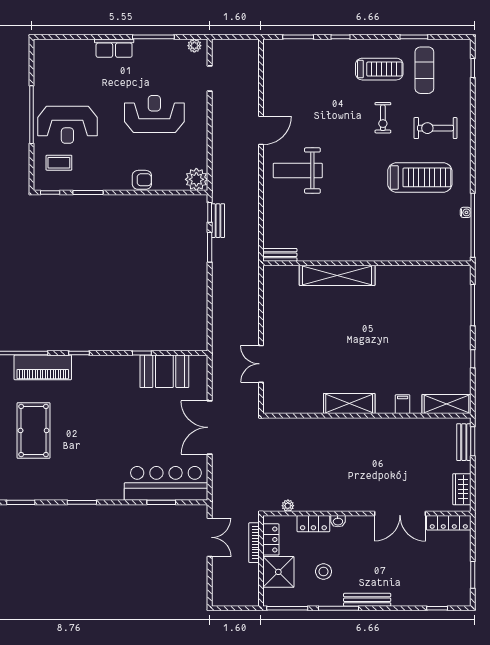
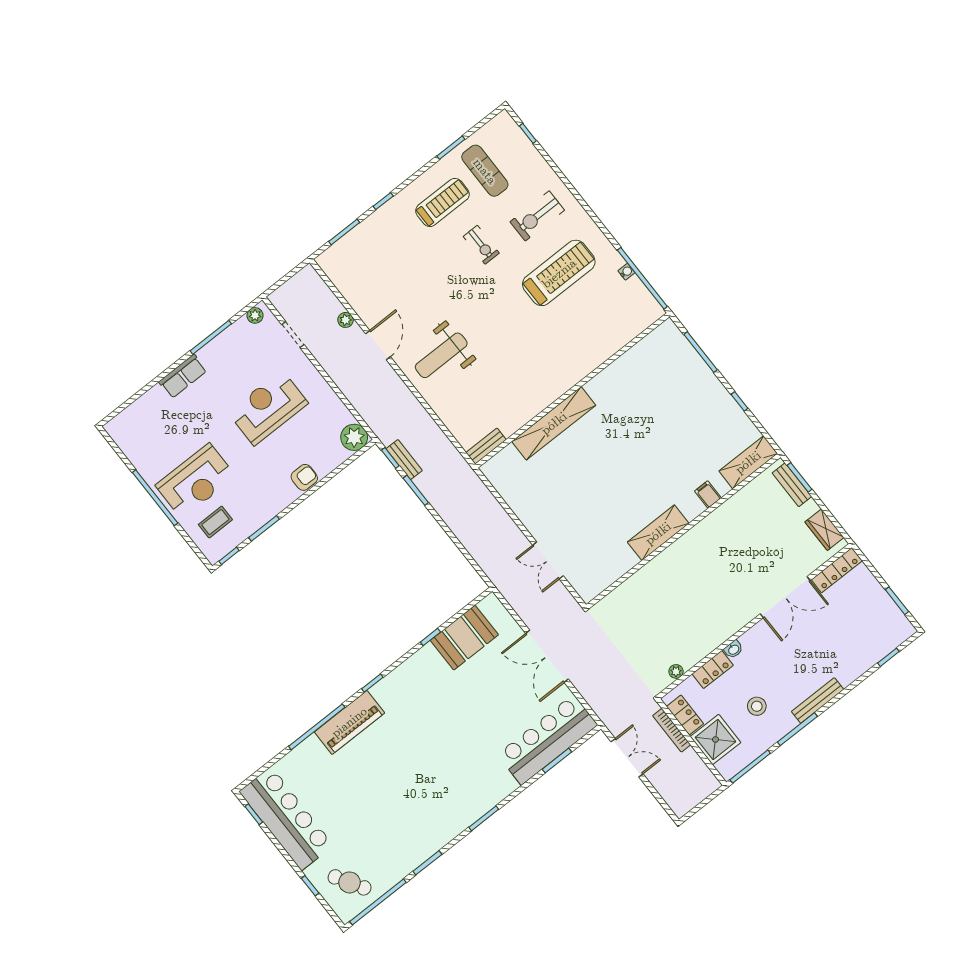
plant: (253, 96) -> (346, 320), added
pool table: (34, 430) -> (387, 787), removed

